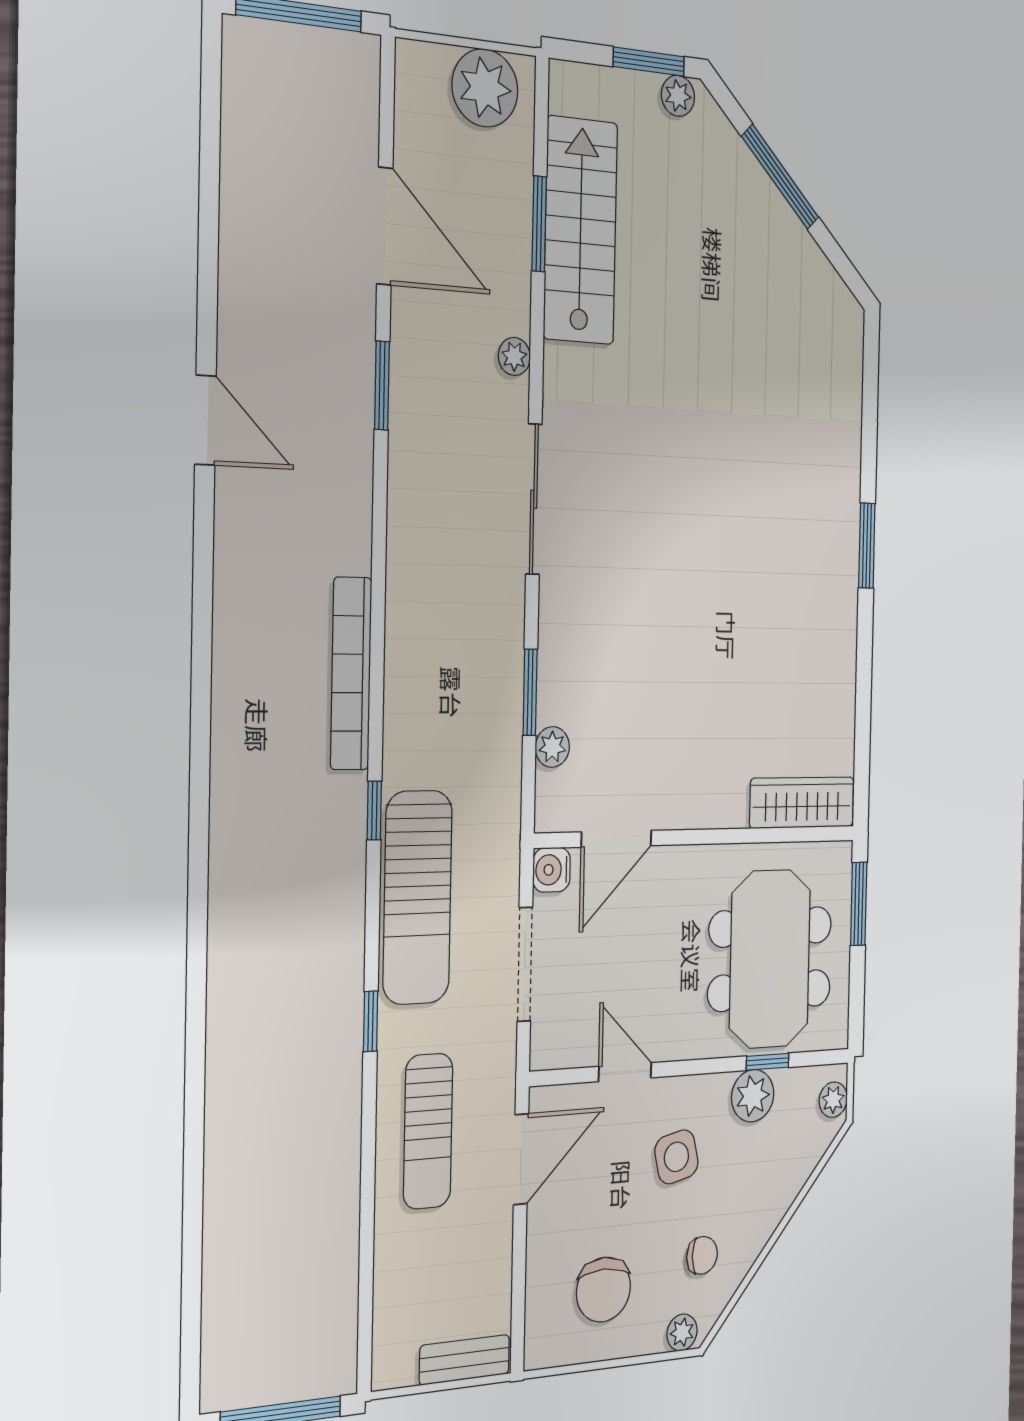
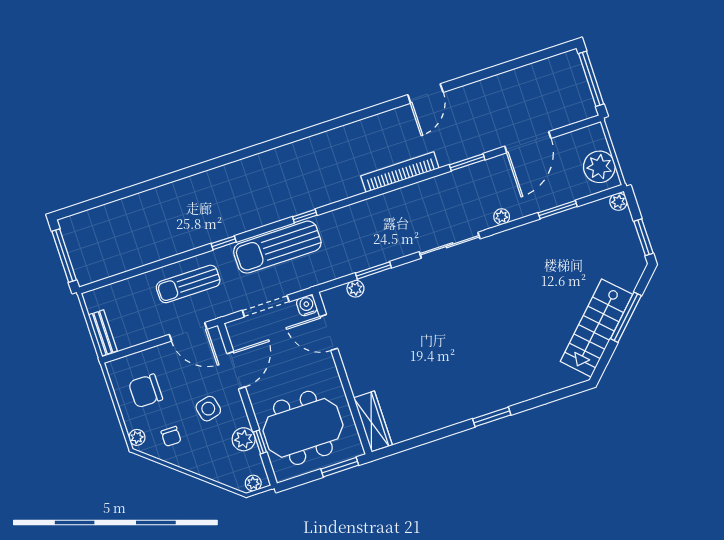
plant: (678, 96) -> (618, 202), moved
stairs: (581, 231) -> (596, 328), moved, turned 135
bookcase: (351, 673) -> (400, 172), moved
door: (625, 1072) -> (236, 370), width x1.38

